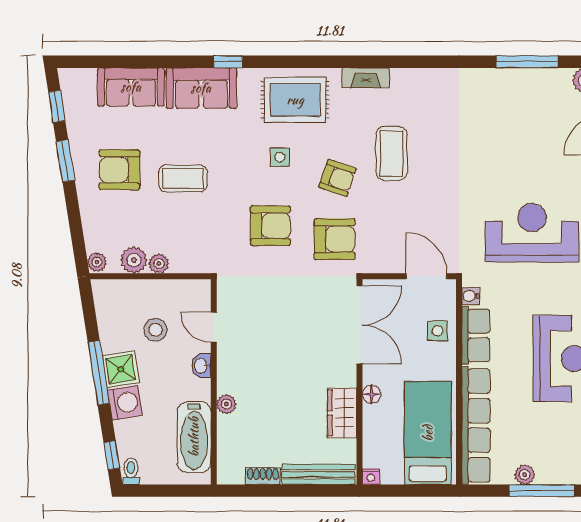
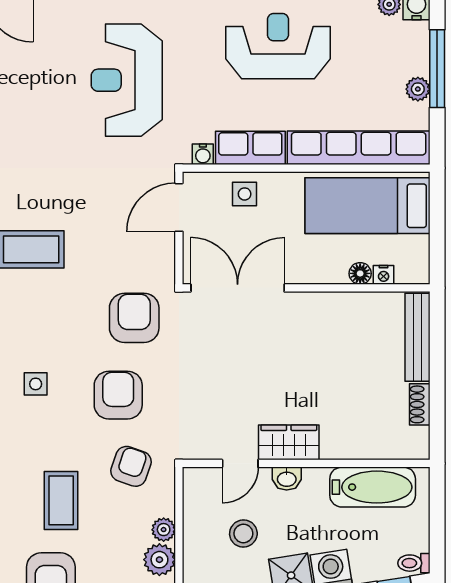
armchair: (337, 178) -> (131, 466), moved
floor lamp: (371, 394) -> (360, 273), moved
plant: (226, 404) -> (333, 448), removed
wardrobe: (342, 413) -> (289, 442), moved, turned 180
nightstand: (371, 477) -> (384, 275), moved, turned 90

